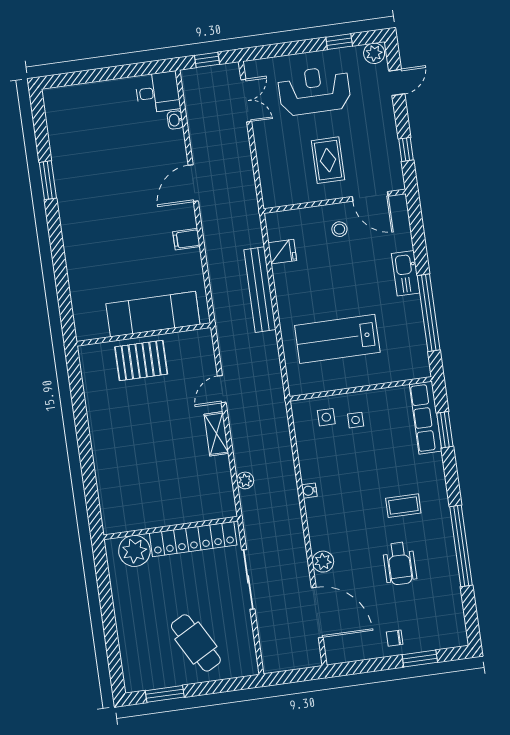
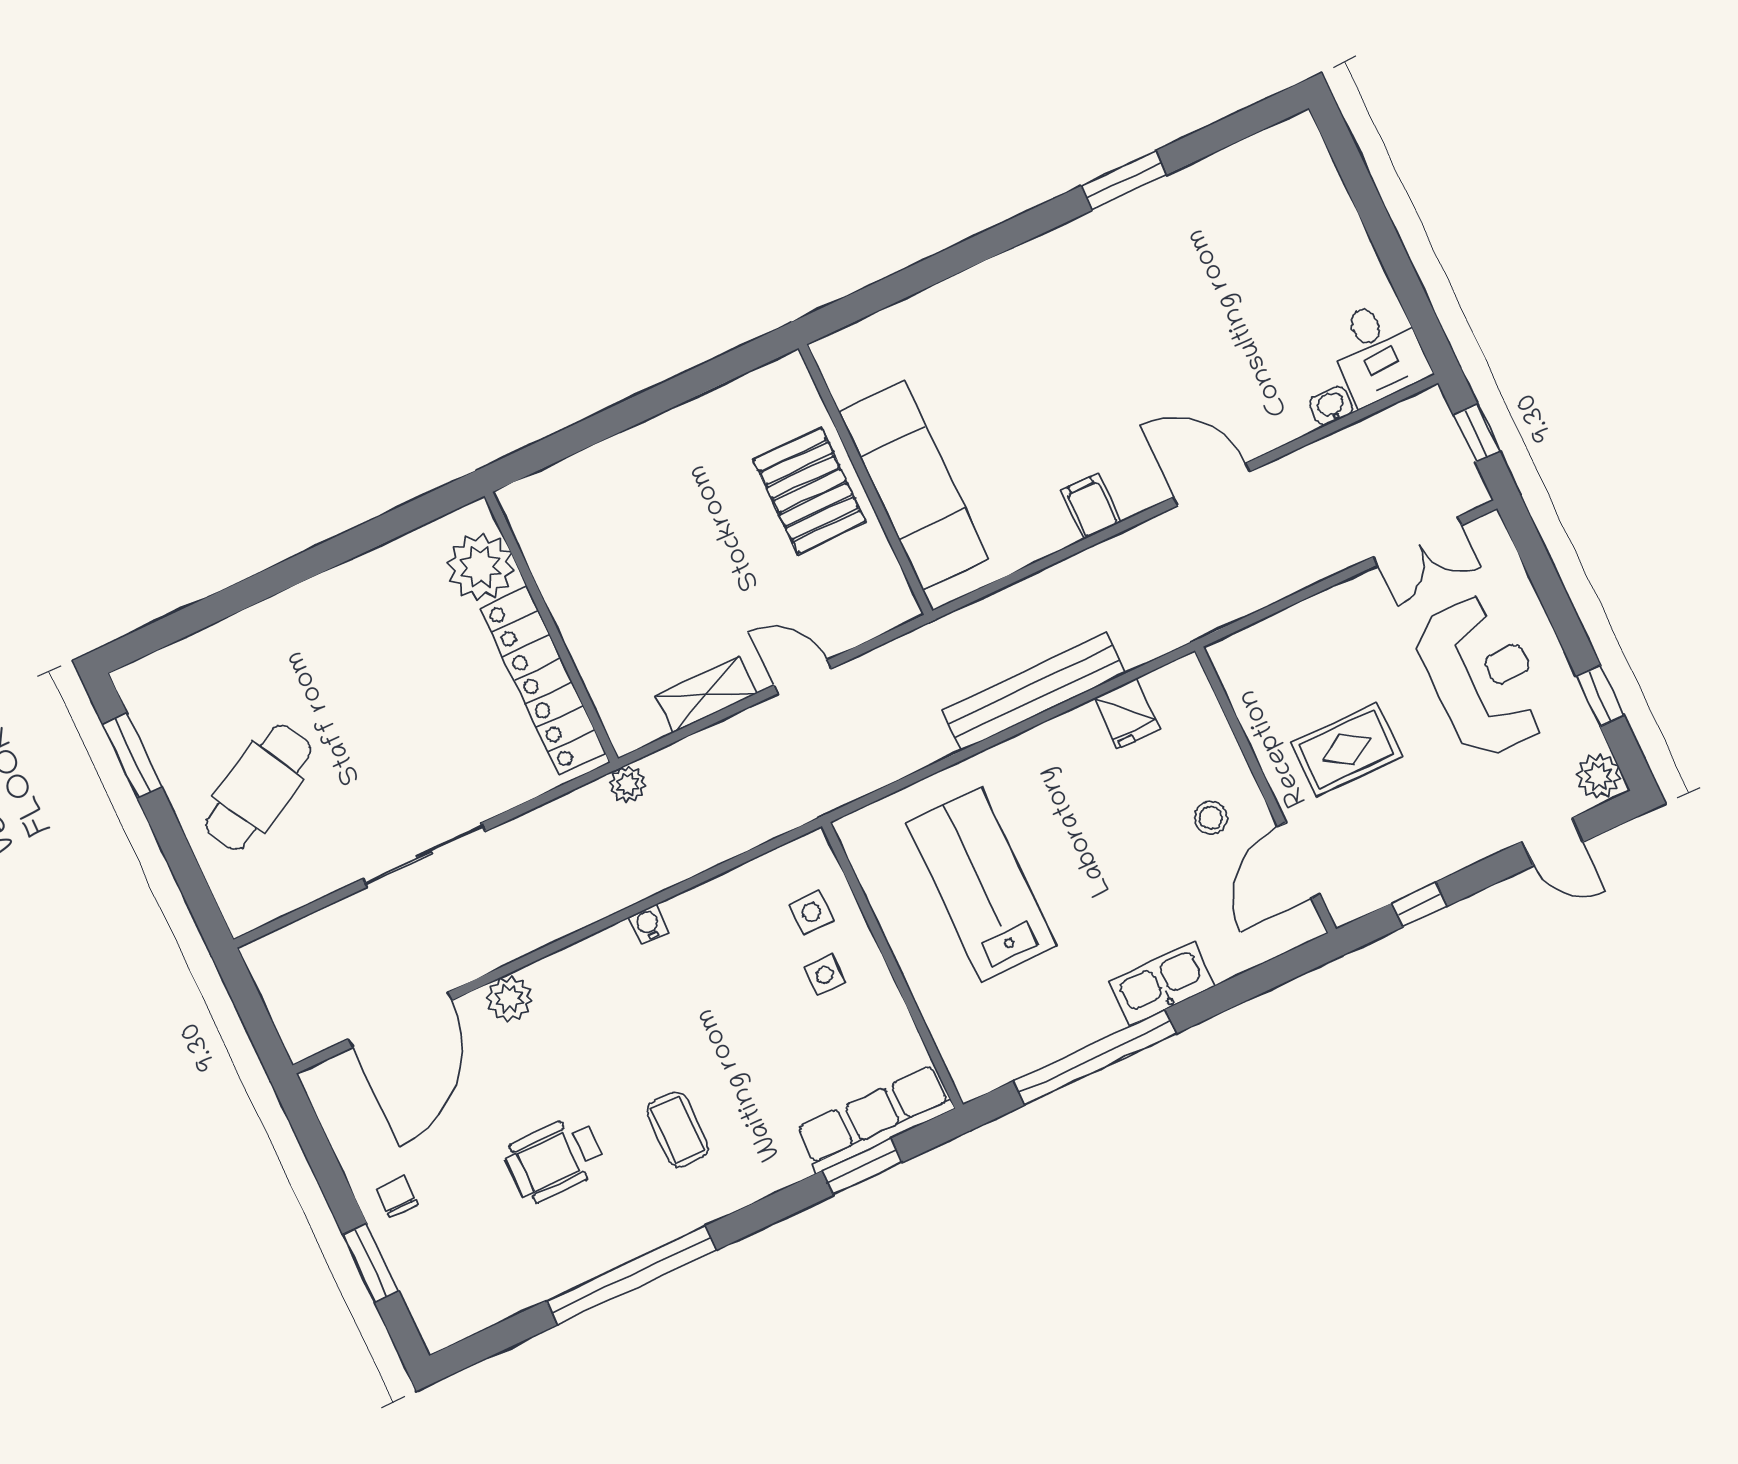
wall: (171, 528) -> (551, 627), moved
locker: (193, 539) -> (543, 681), moved
plant: (134, 551) -> (480, 567), moved

